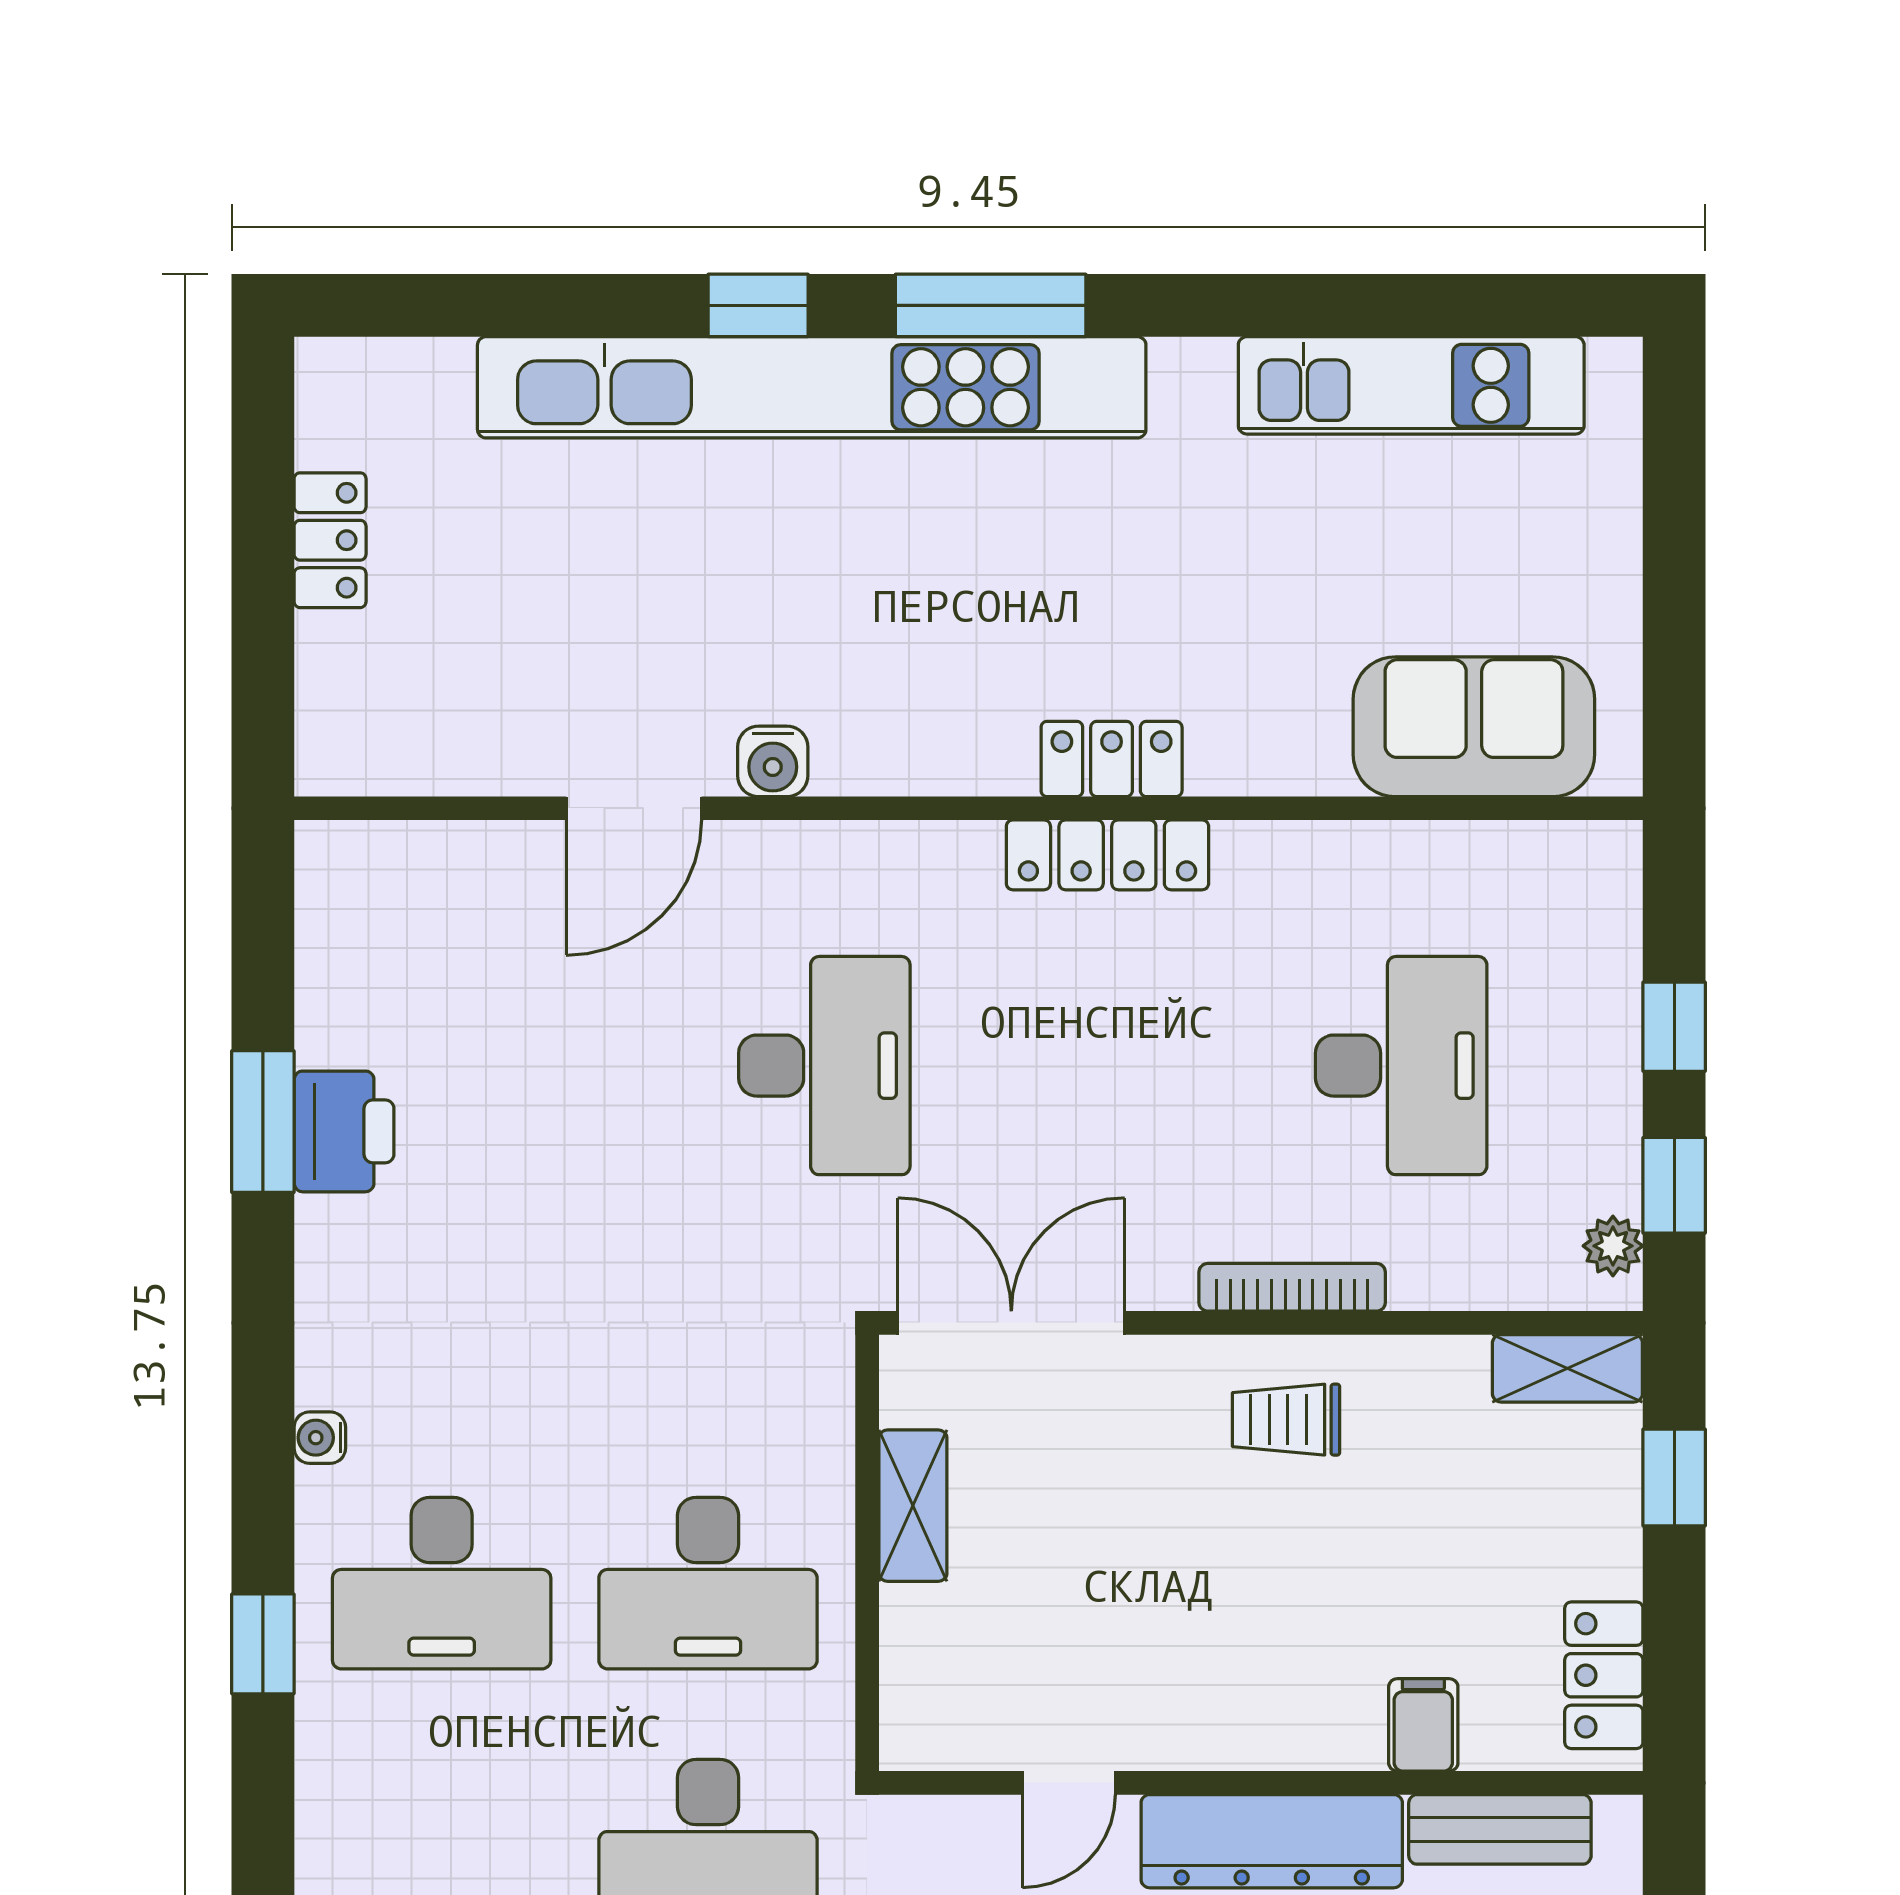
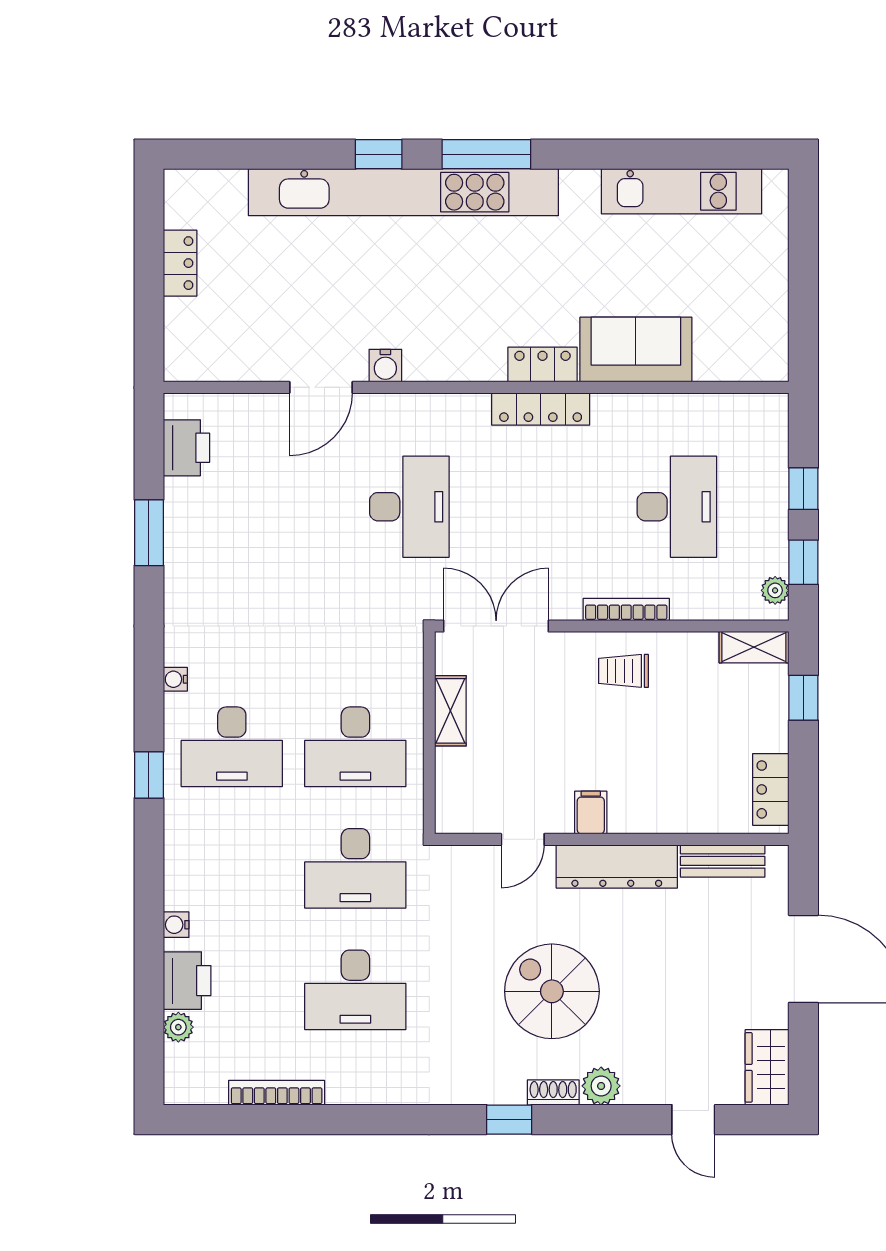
sofa: (1474, 727) -> (636, 350), moved
printer: (344, 1131) -> (187, 448), moved
filing cabinet: (1423, 1725) -> (591, 812), moved

